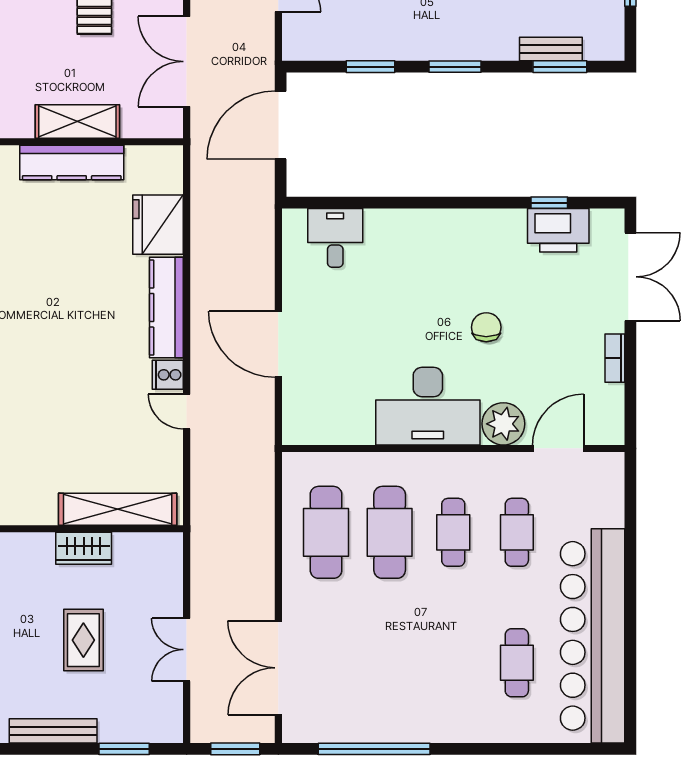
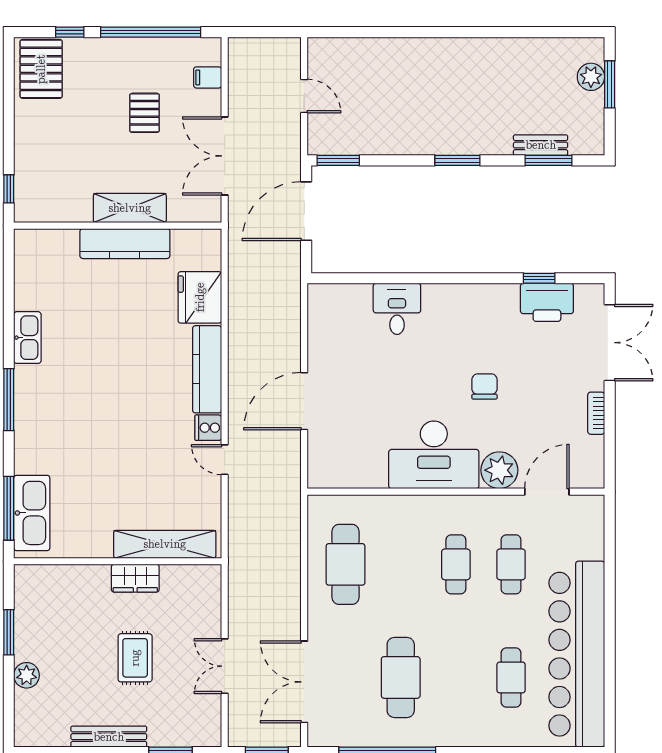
window: (371, 67) -> (338, 160), moved
desk: (335, 238) -> (397, 309), moved
door: (278, 344) -> (304, 401), hinge flipped
cafe table: (390, 532) -> (401, 677), moved

